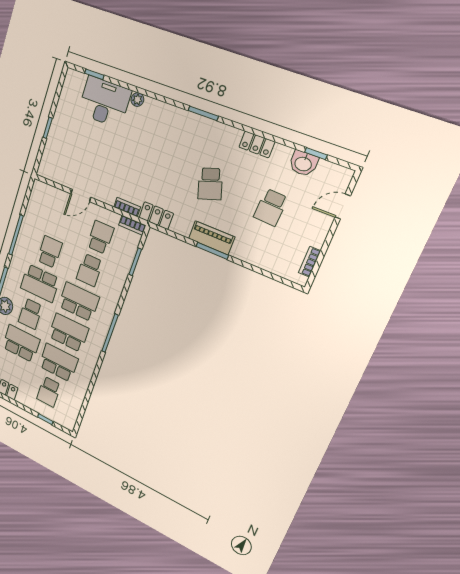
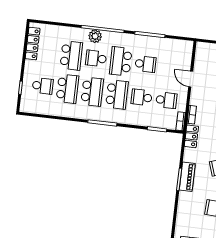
school desk: (49, 392) -> (43, 86), turned 180

